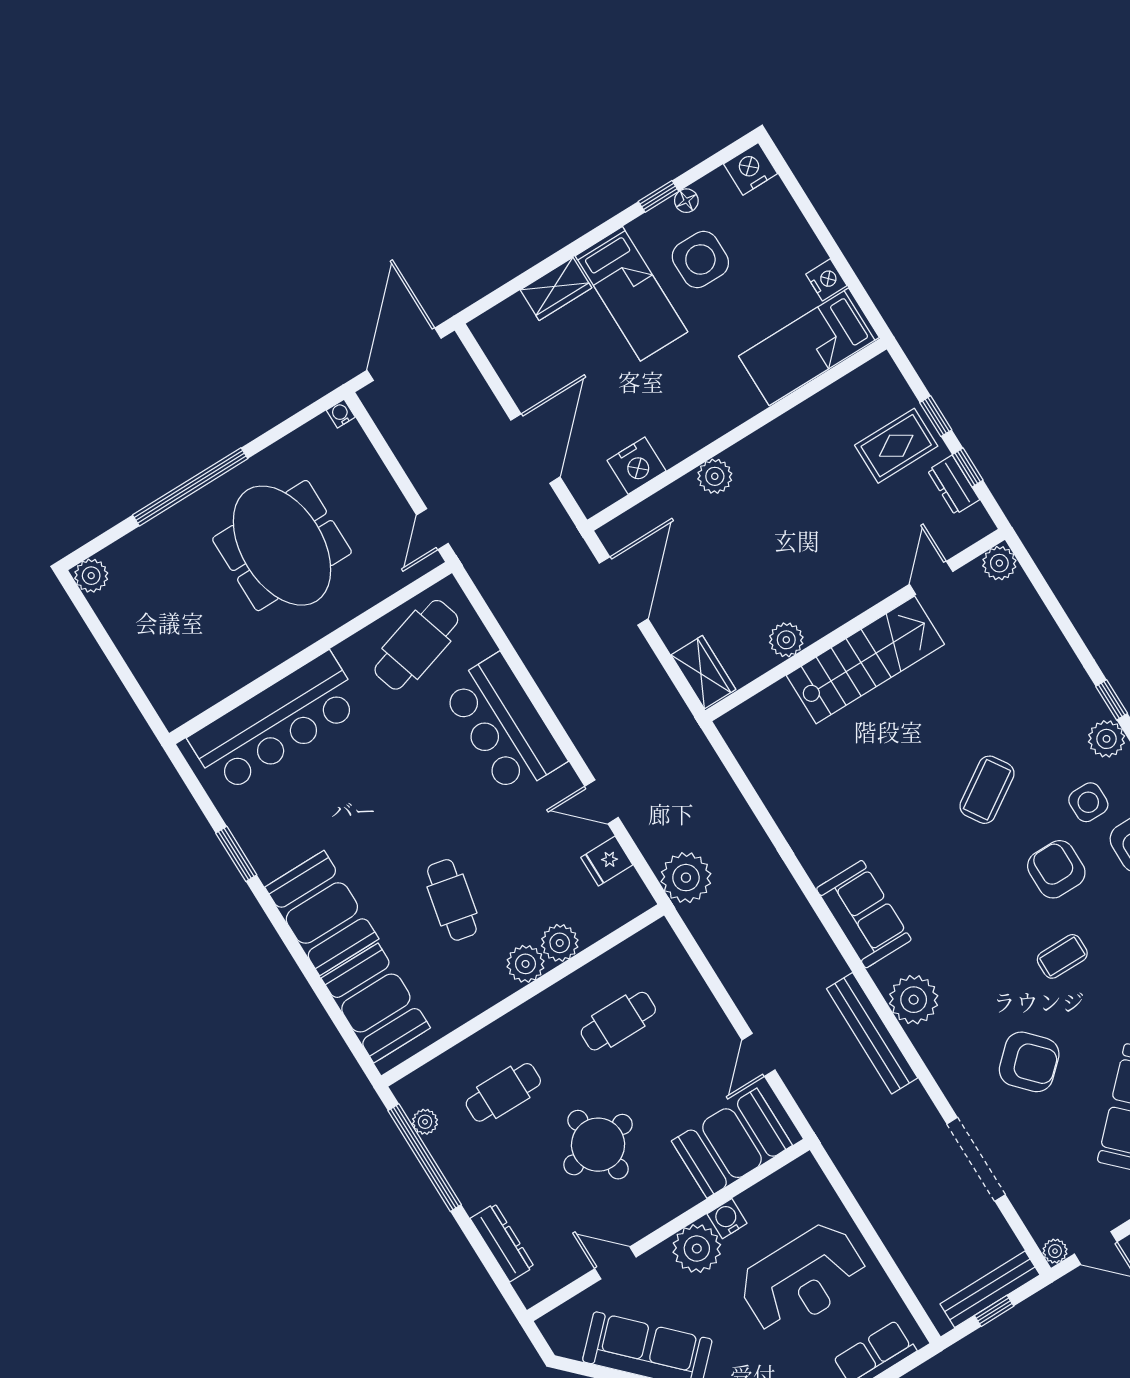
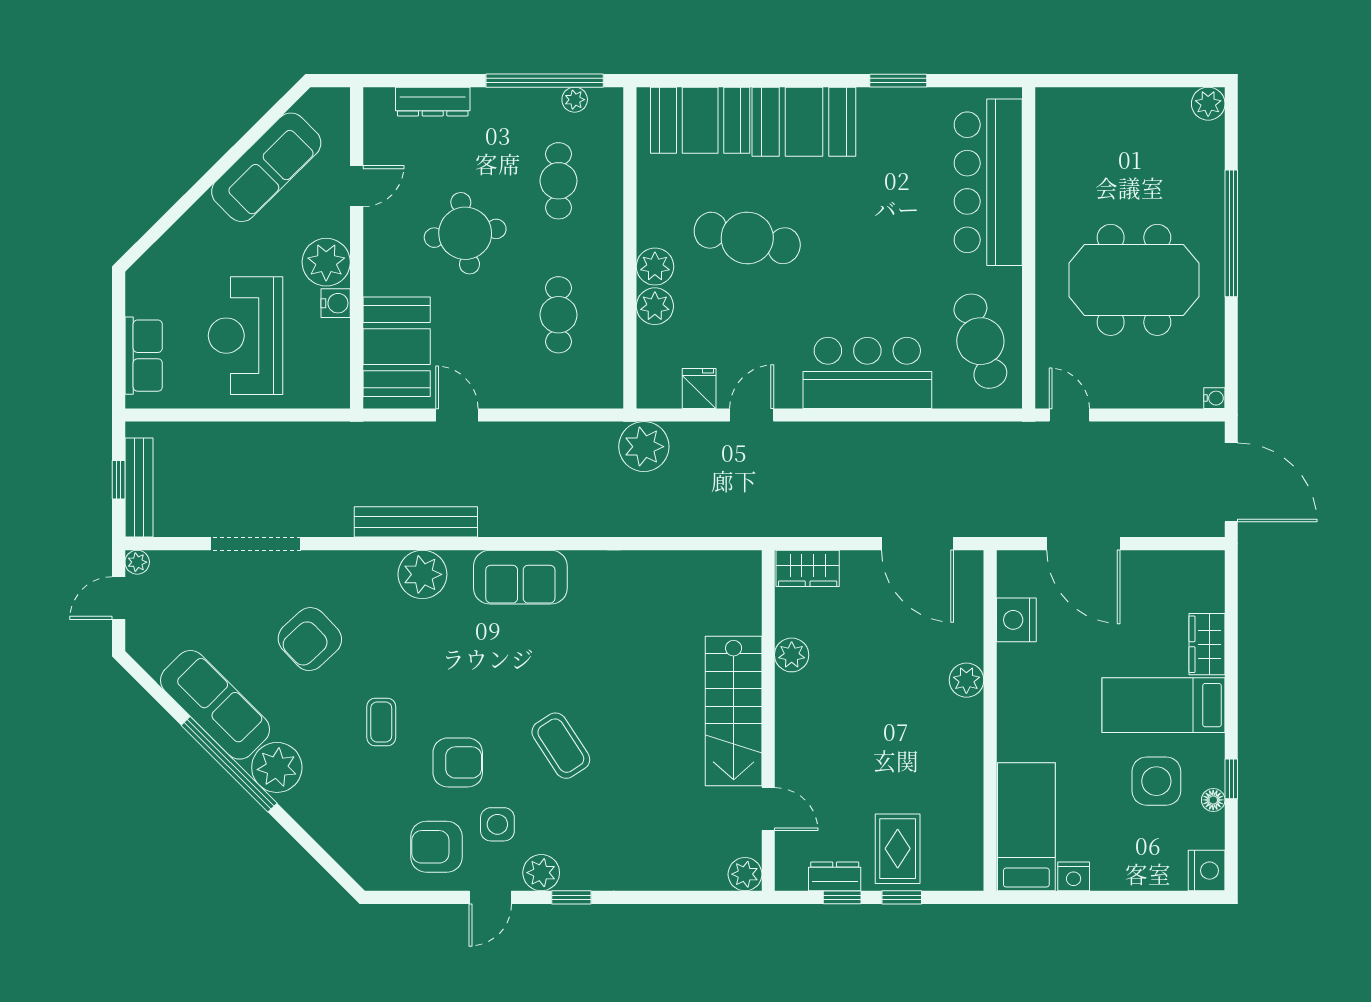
cafe table: (452, 900) -> (747, 238), width x1.37, depth x1.35

